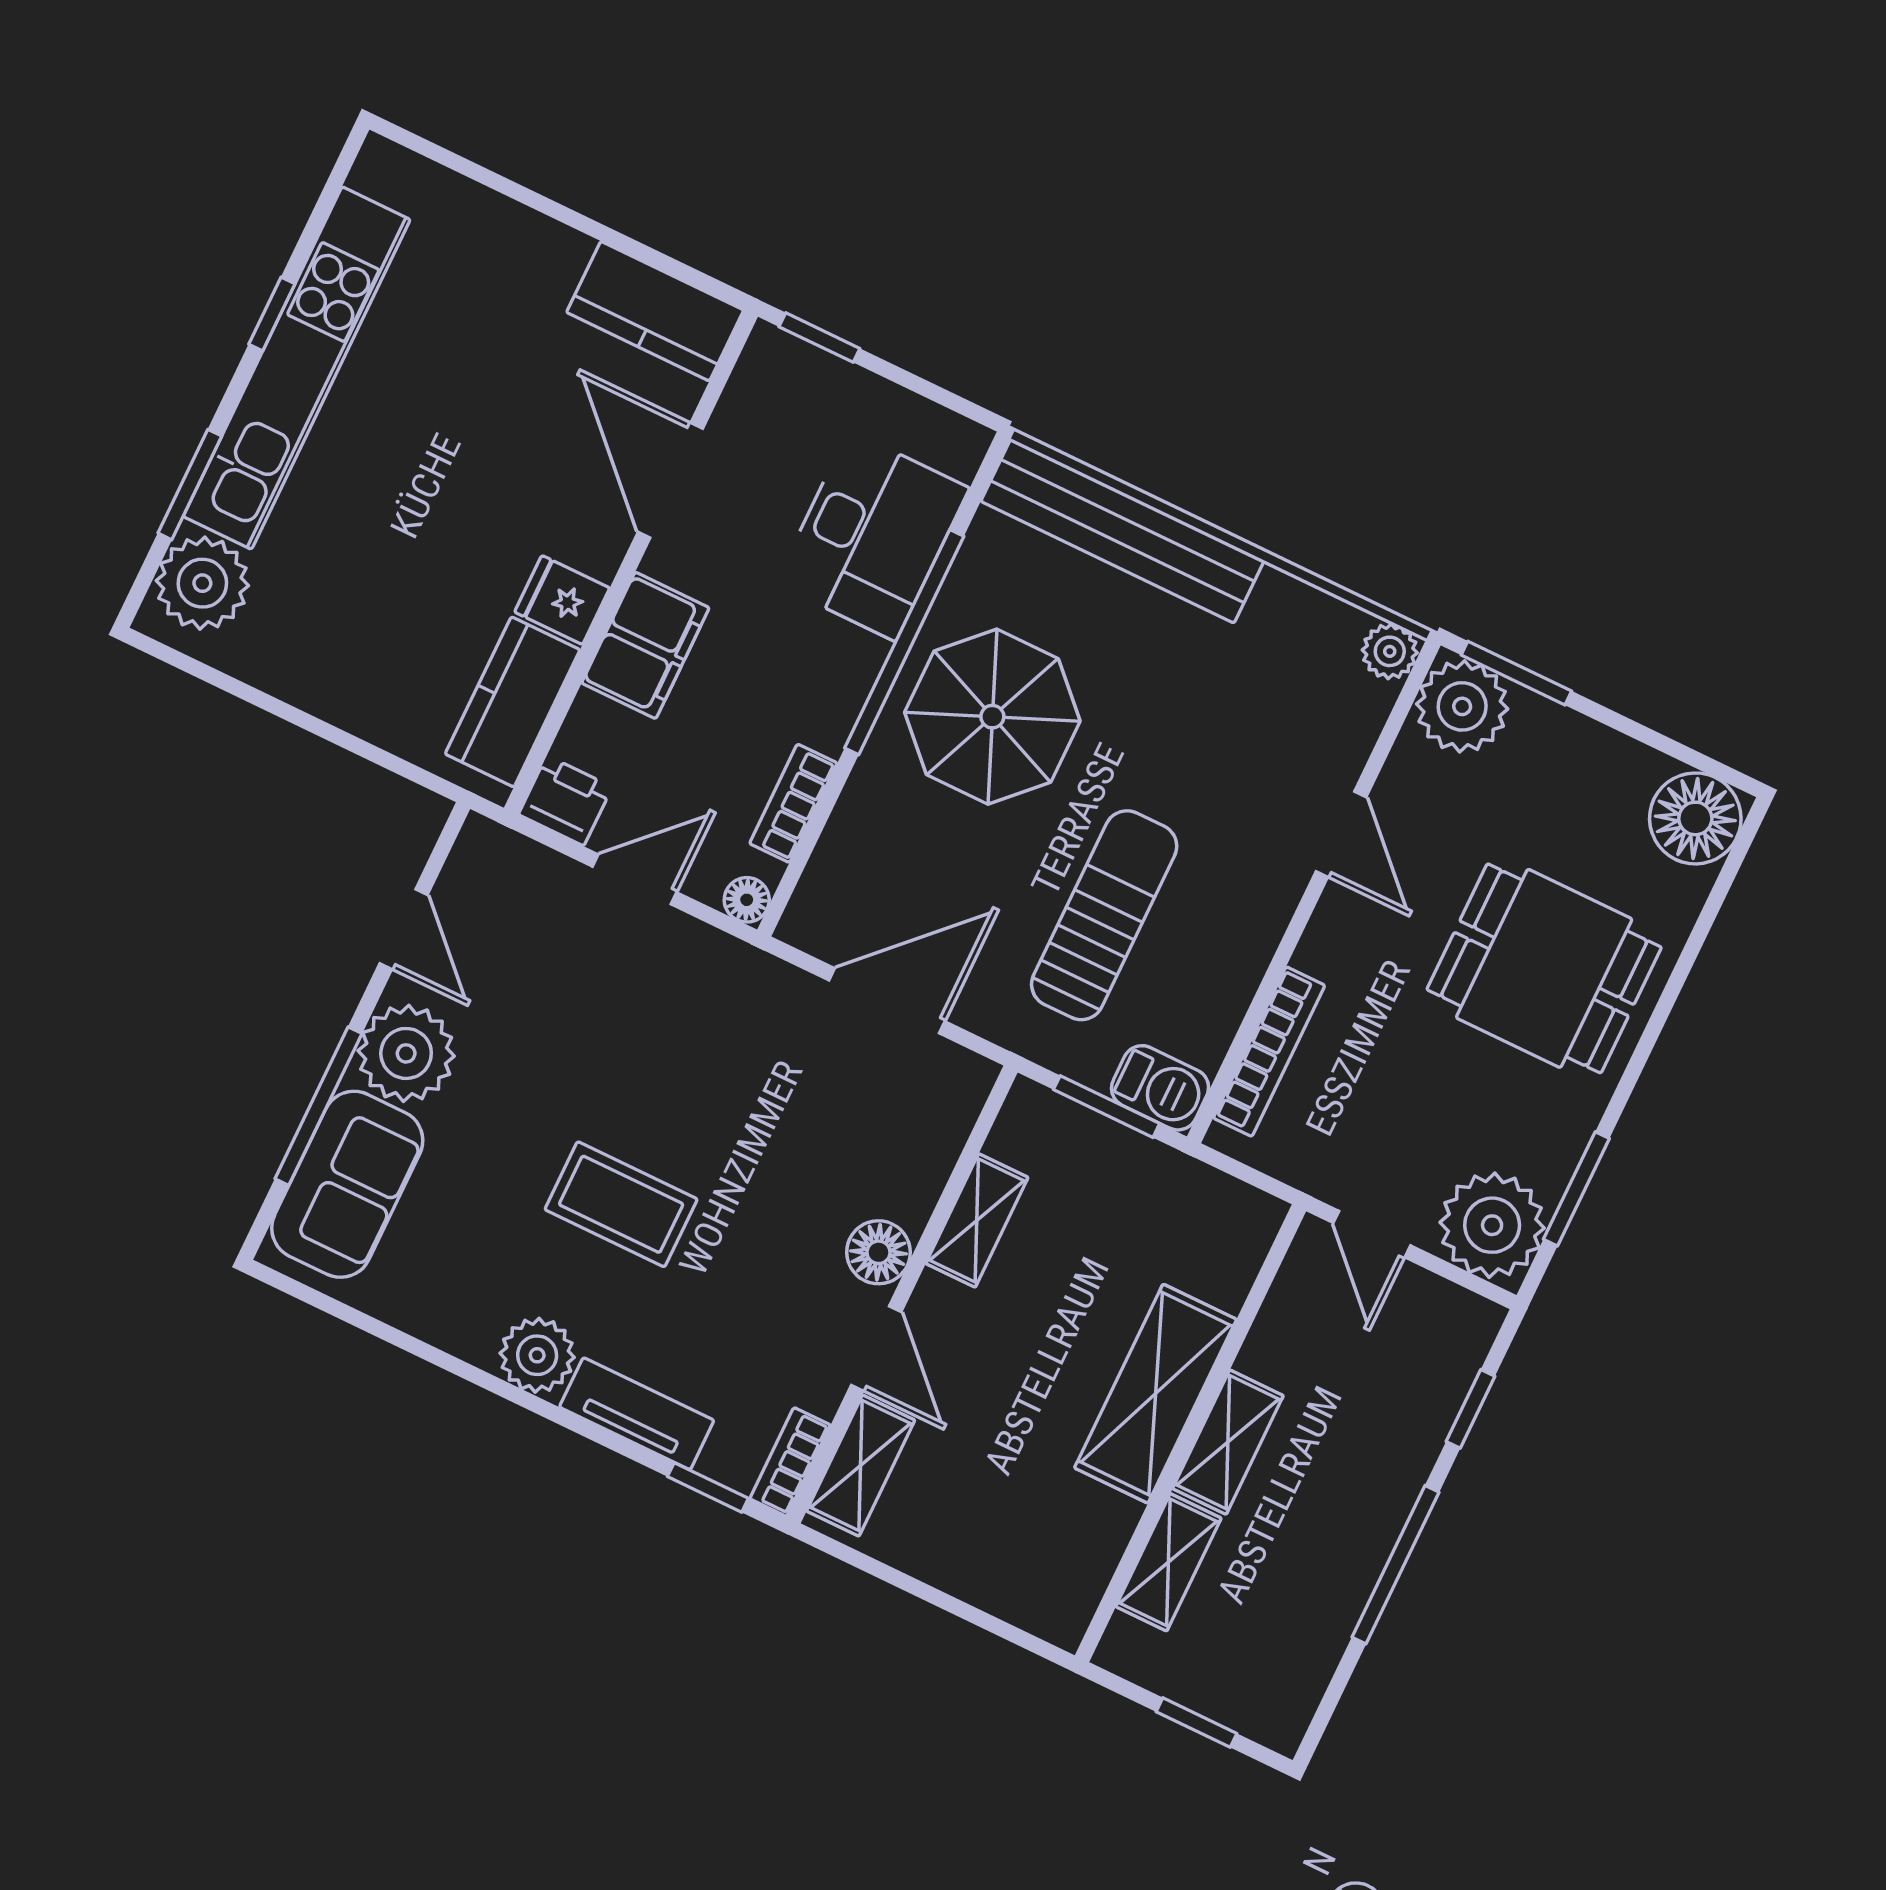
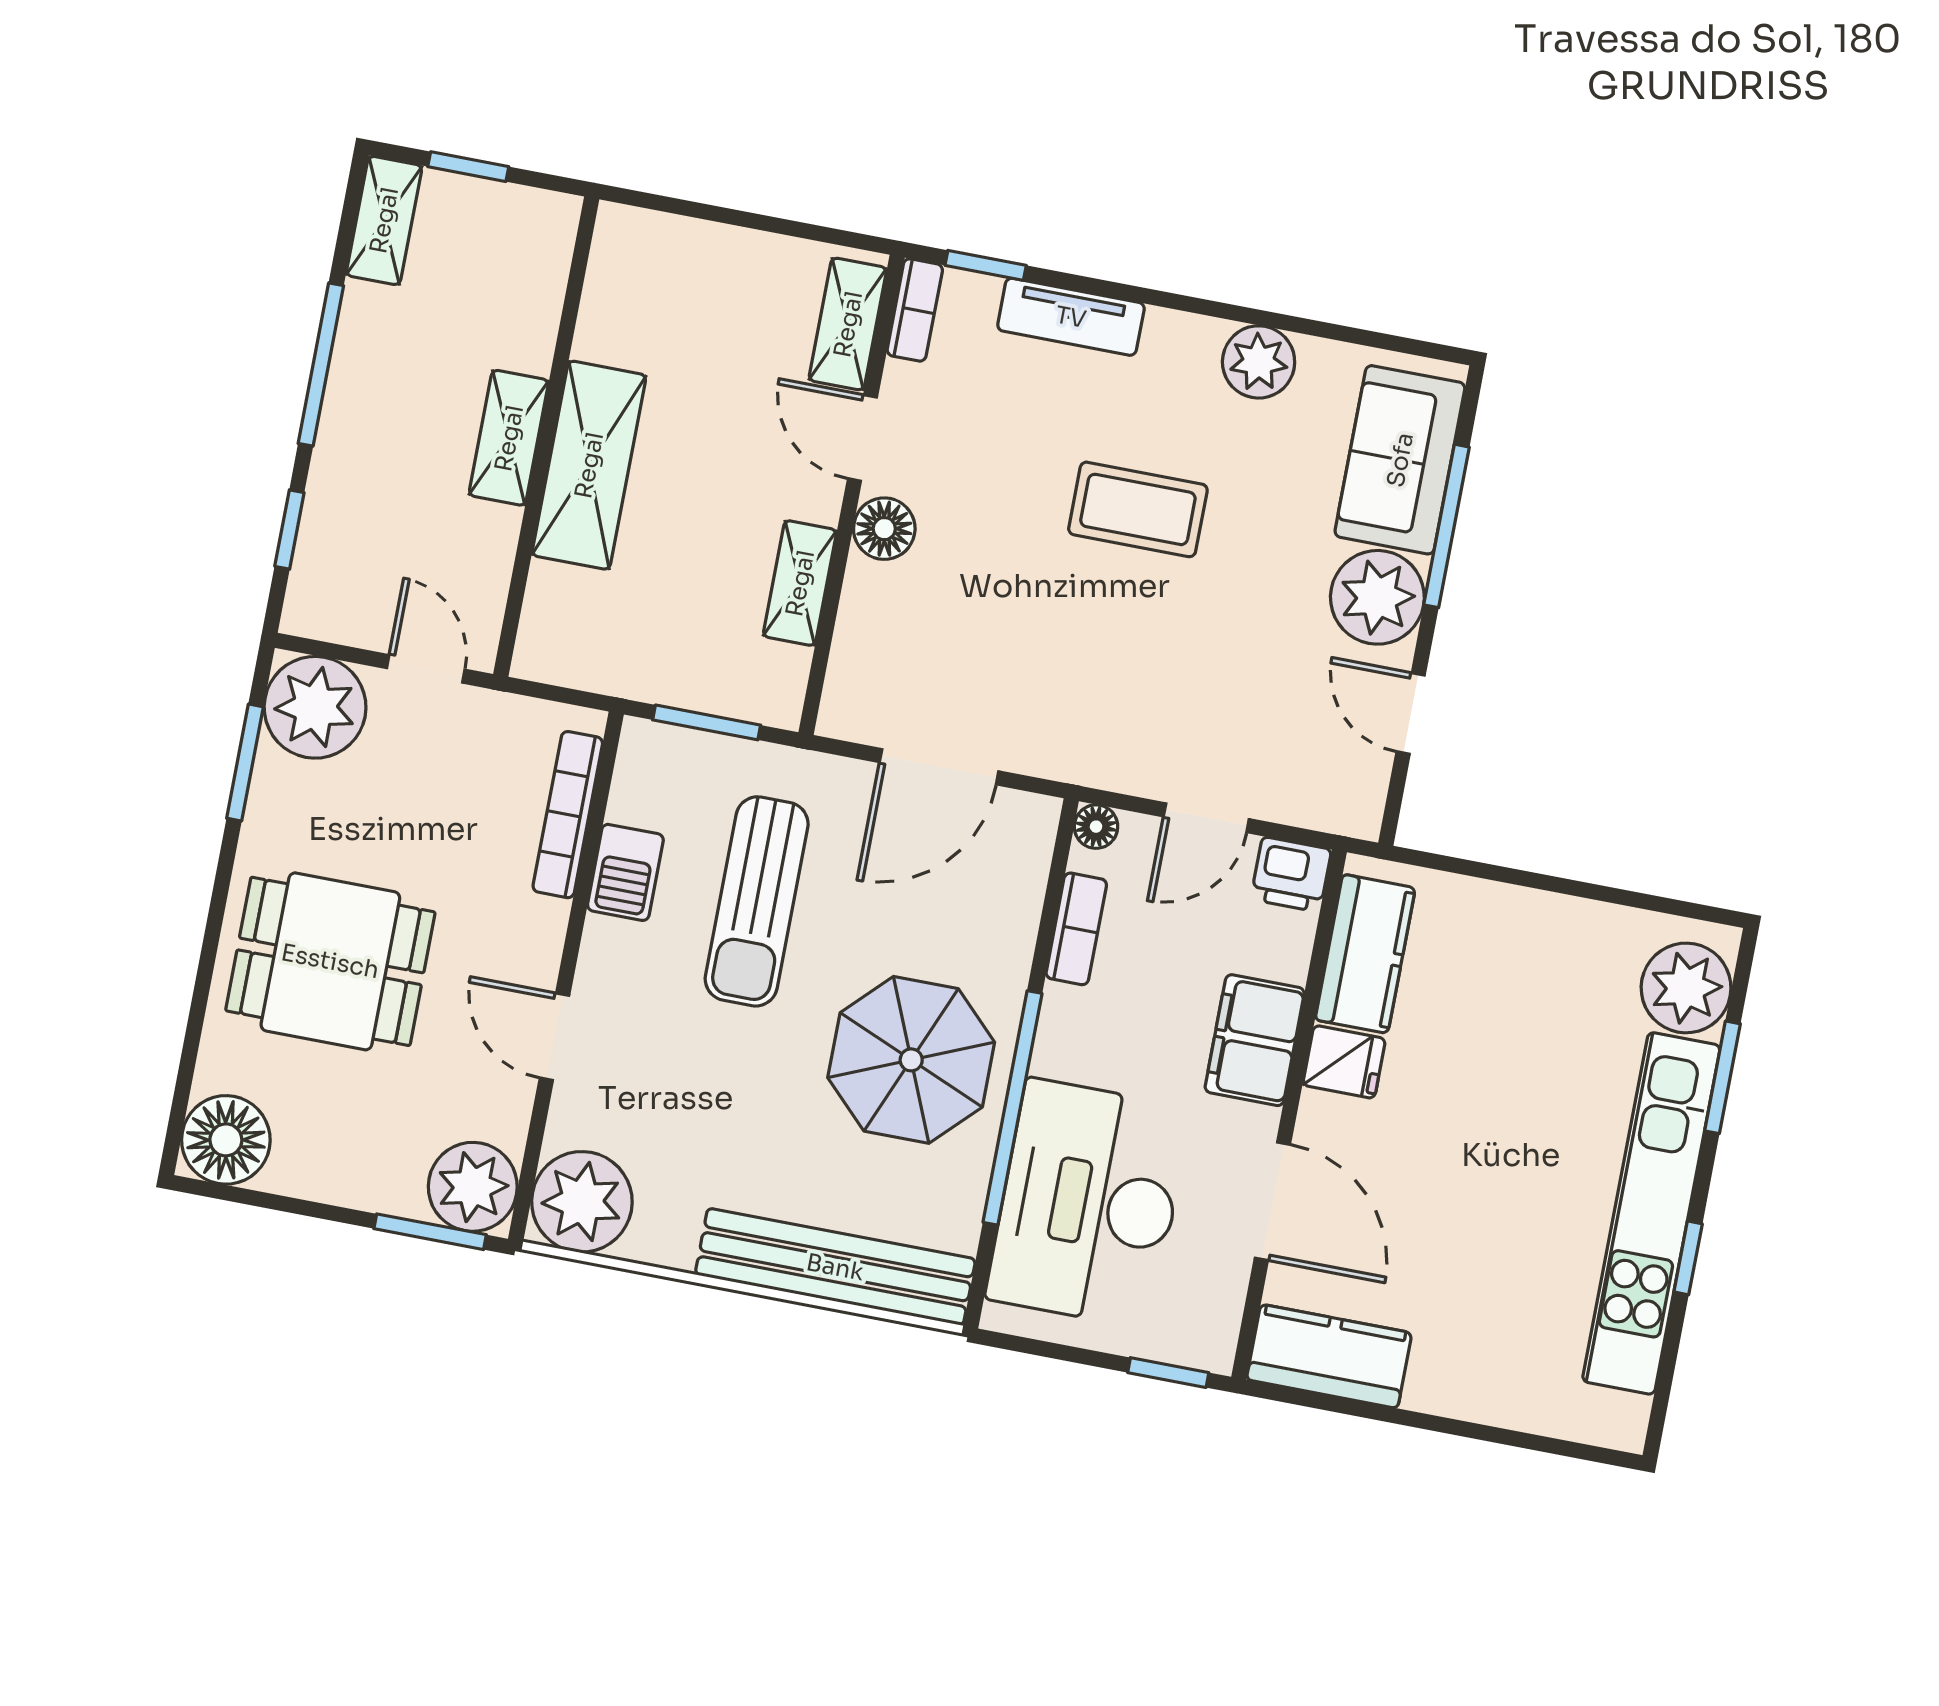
desk: (872, 536) -> (1088, 1203), width x1.36, depth x1.30
plant: (1390, 651) -> (582, 1202), width x1.88, depth x1.88
barbecue: (1160, 1088) -> (625, 872), moved, turned -90
plant: (537, 1355) -> (1259, 362), moved
shelving: (1168, 1562) -> (384, 220), moved

